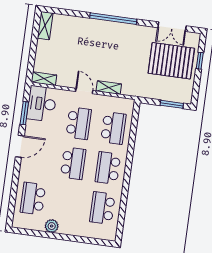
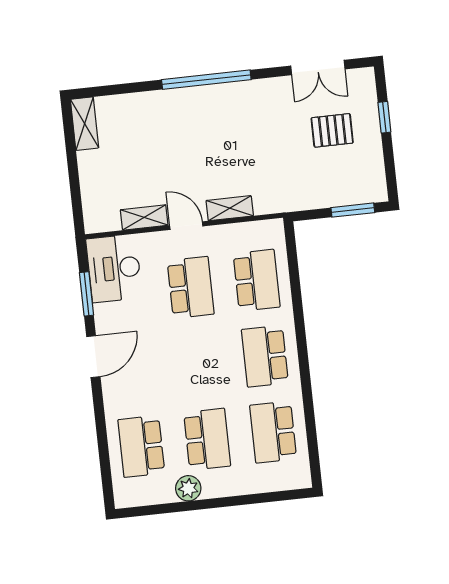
pallet: (171, 61) -> (332, 130), width x0.49, depth x0.50
shelving: (44, 79) -> (144, 217), moved
school desk: (73, 163) -> (207, 439), moved

